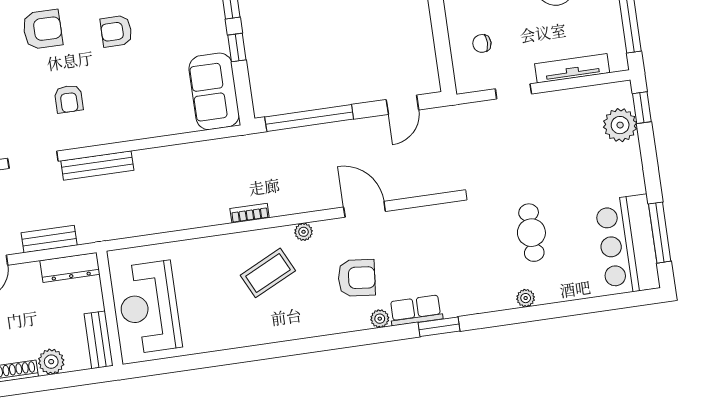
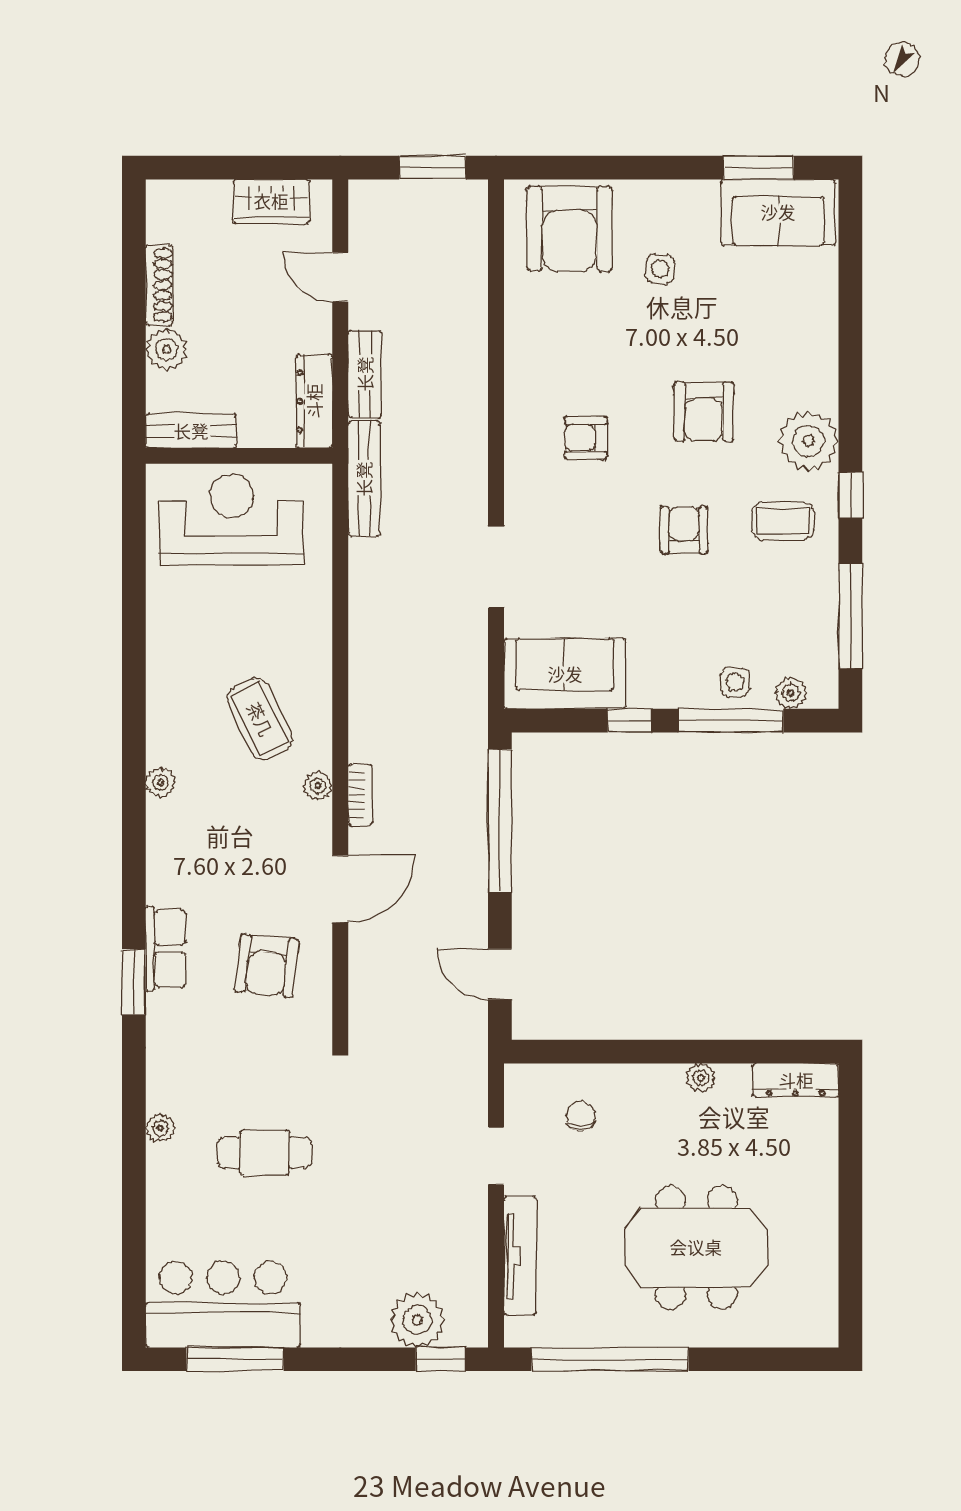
doorway: (33, 160) -> (496, 567), moved
bench: (97, 165) -> (364, 479), moved
bookcase: (250, 213) -> (360, 795), moved
armchair: (357, 278) -> (267, 966), moved
plant: (380, 319) -> (161, 783), moved

